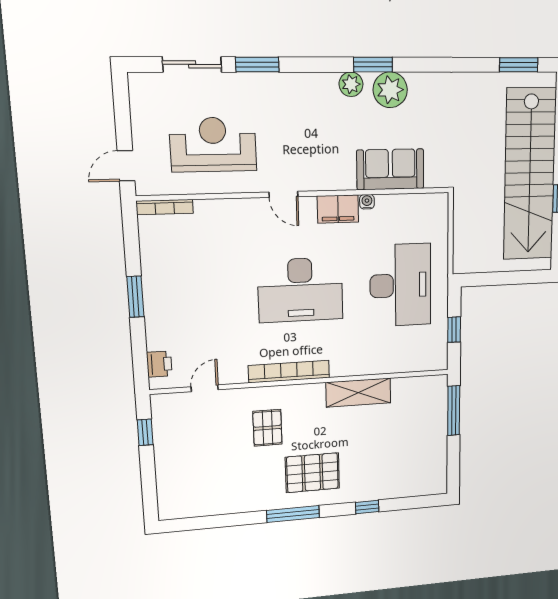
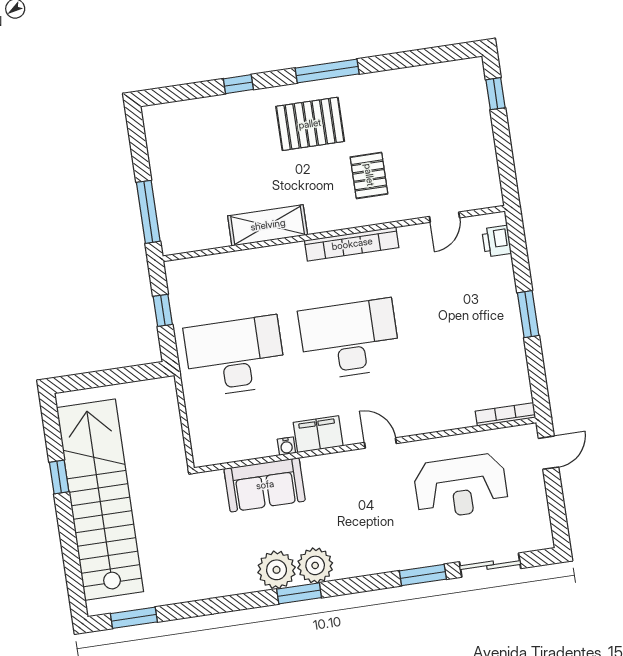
plant: (351, 84) -> (315, 565), width x1.36, depth x1.36
desk: (400, 285) -> (235, 356), turned 90
window: (145, 432) -> (496, 94), moved

